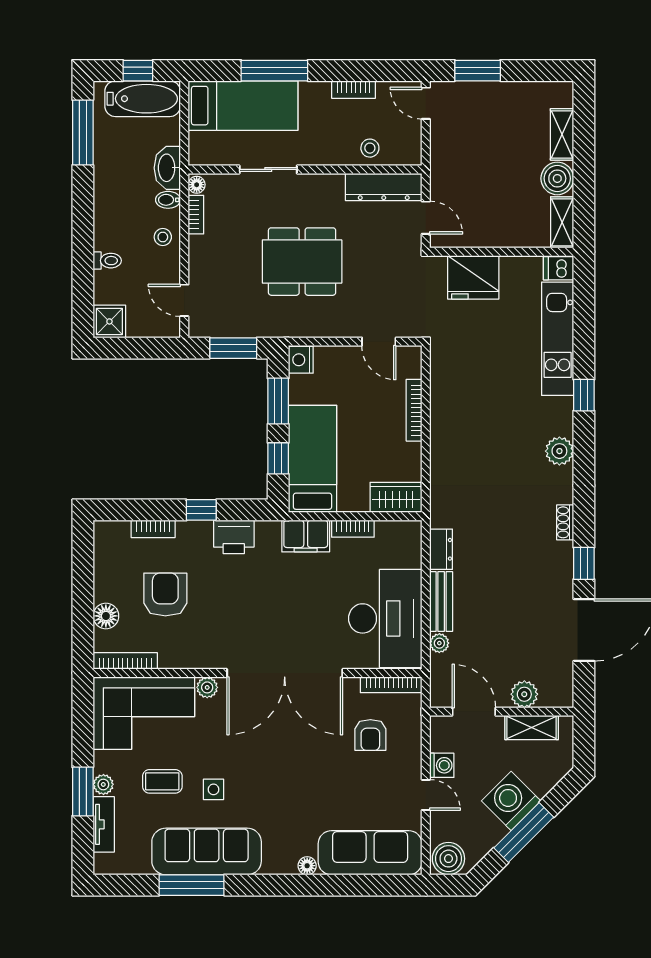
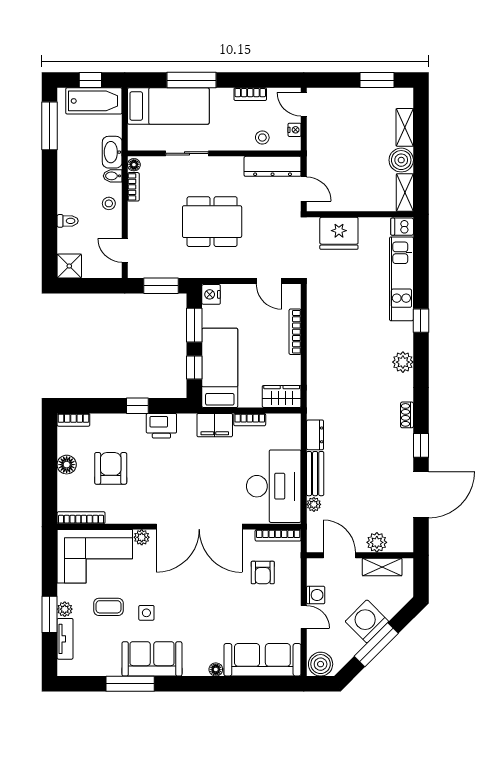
window: (478, 71) -> (377, 80), moved
nightstand: (413, 138) -> (295, 130), added
bookcase: (153, 529) -> (73, 420), moved
floor lamp: (106, 616) -> (67, 465), moved
sofa: (207, 851) -> (152, 659), width x0.73

